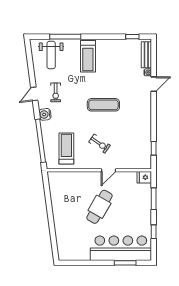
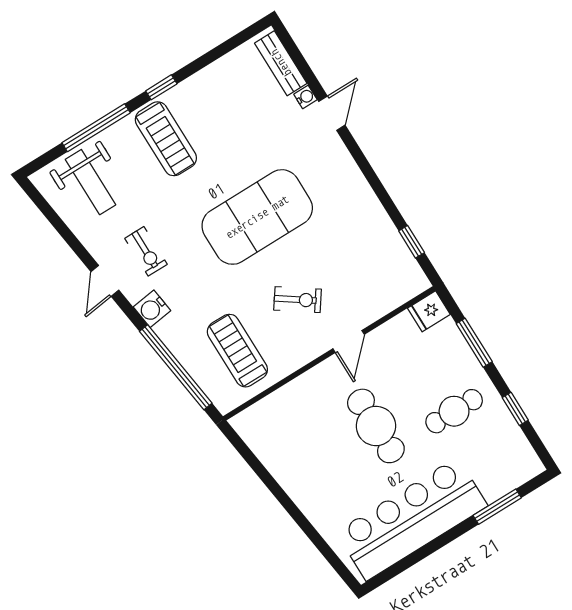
window: (132, 37) -> (161, 87), moved
exercise mat: (103, 105) -> (257, 217), width x2.00, depth x1.45
cafe table: (99, 207) -> (376, 426), turned -30
cafe table: (131, 219) -> (454, 411), added
bar counter: (121, 248) -> (412, 519), moved

